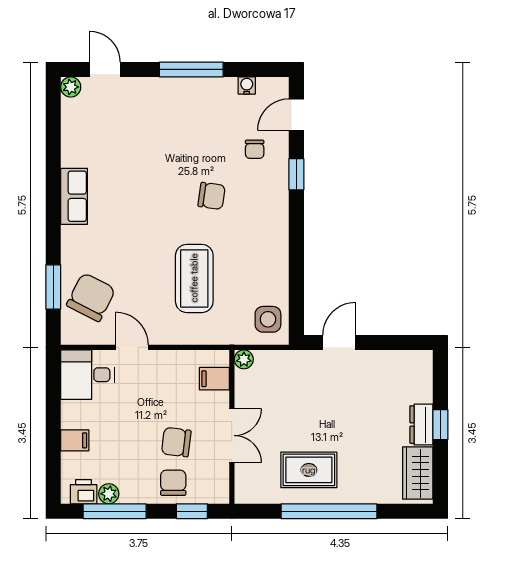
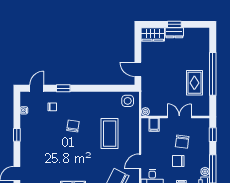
window: (191, 69) -> (17, 135), width x0.46
door: (296, 115) -> (37, 88), swing flipped
coffee table: (194, 278) -> (110, 134), turned 90
wardrobe: (418, 473) -> (153, 34), moved
chair: (173, 483) -> (178, 161), moved

